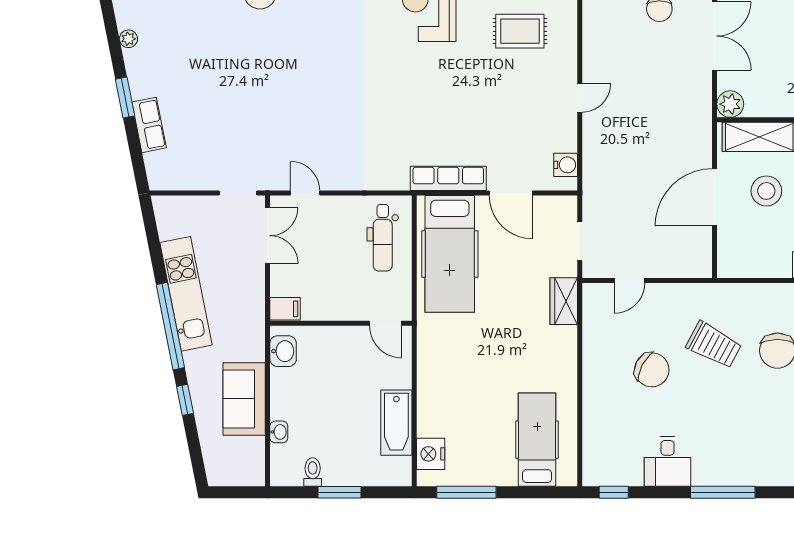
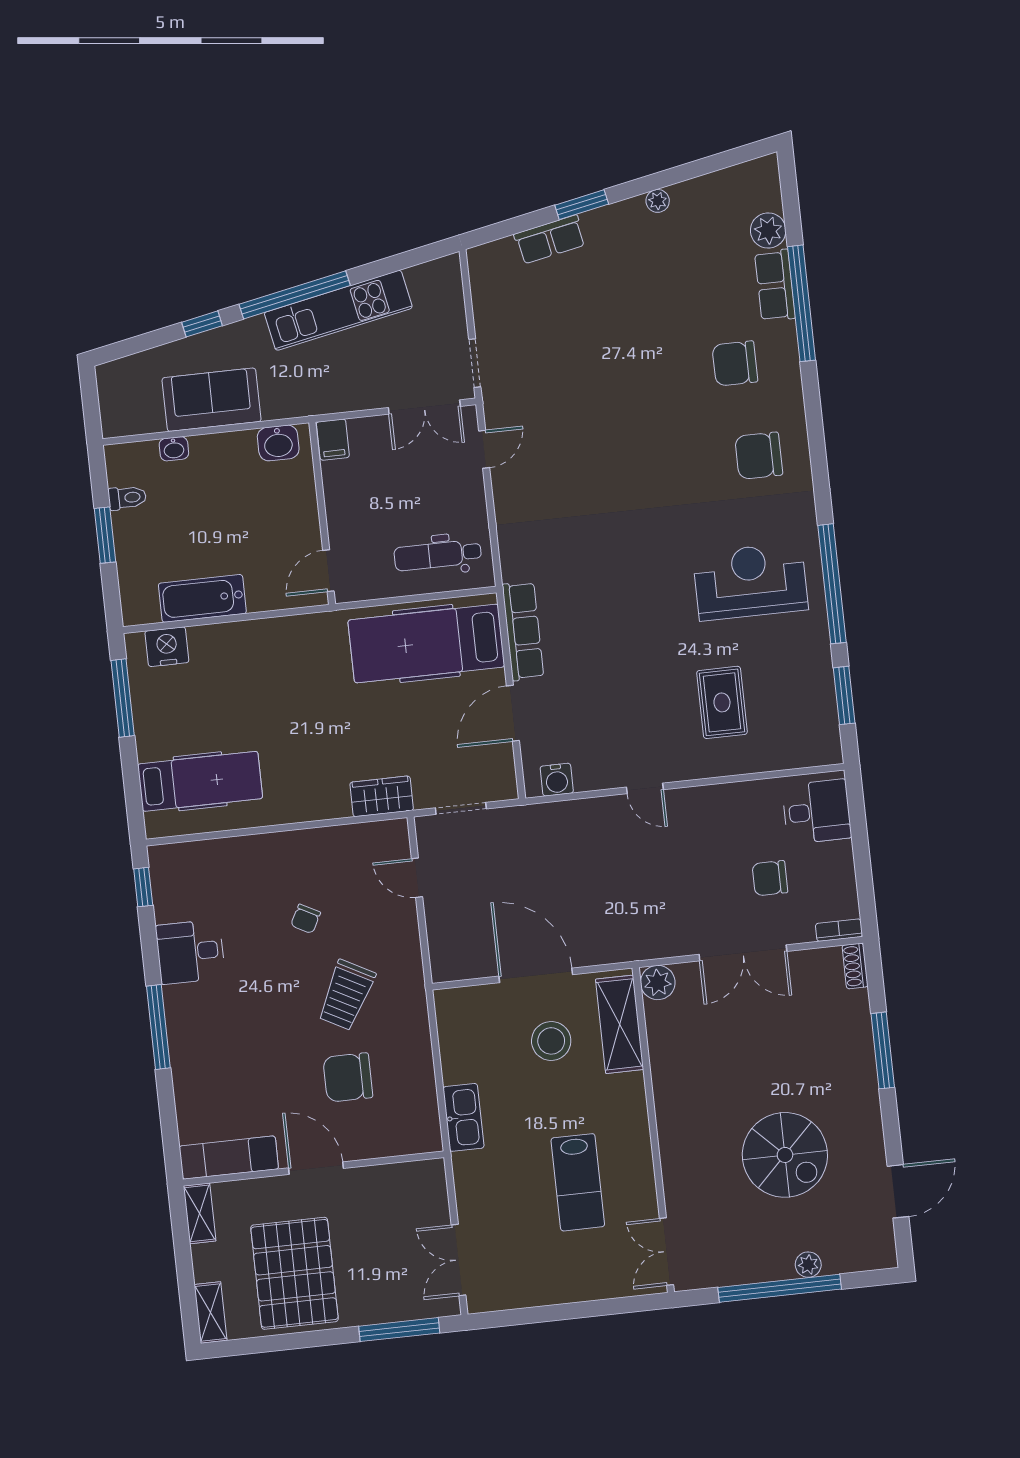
chair: (652, 370) -> (306, 919), width x0.54, depth x0.54

